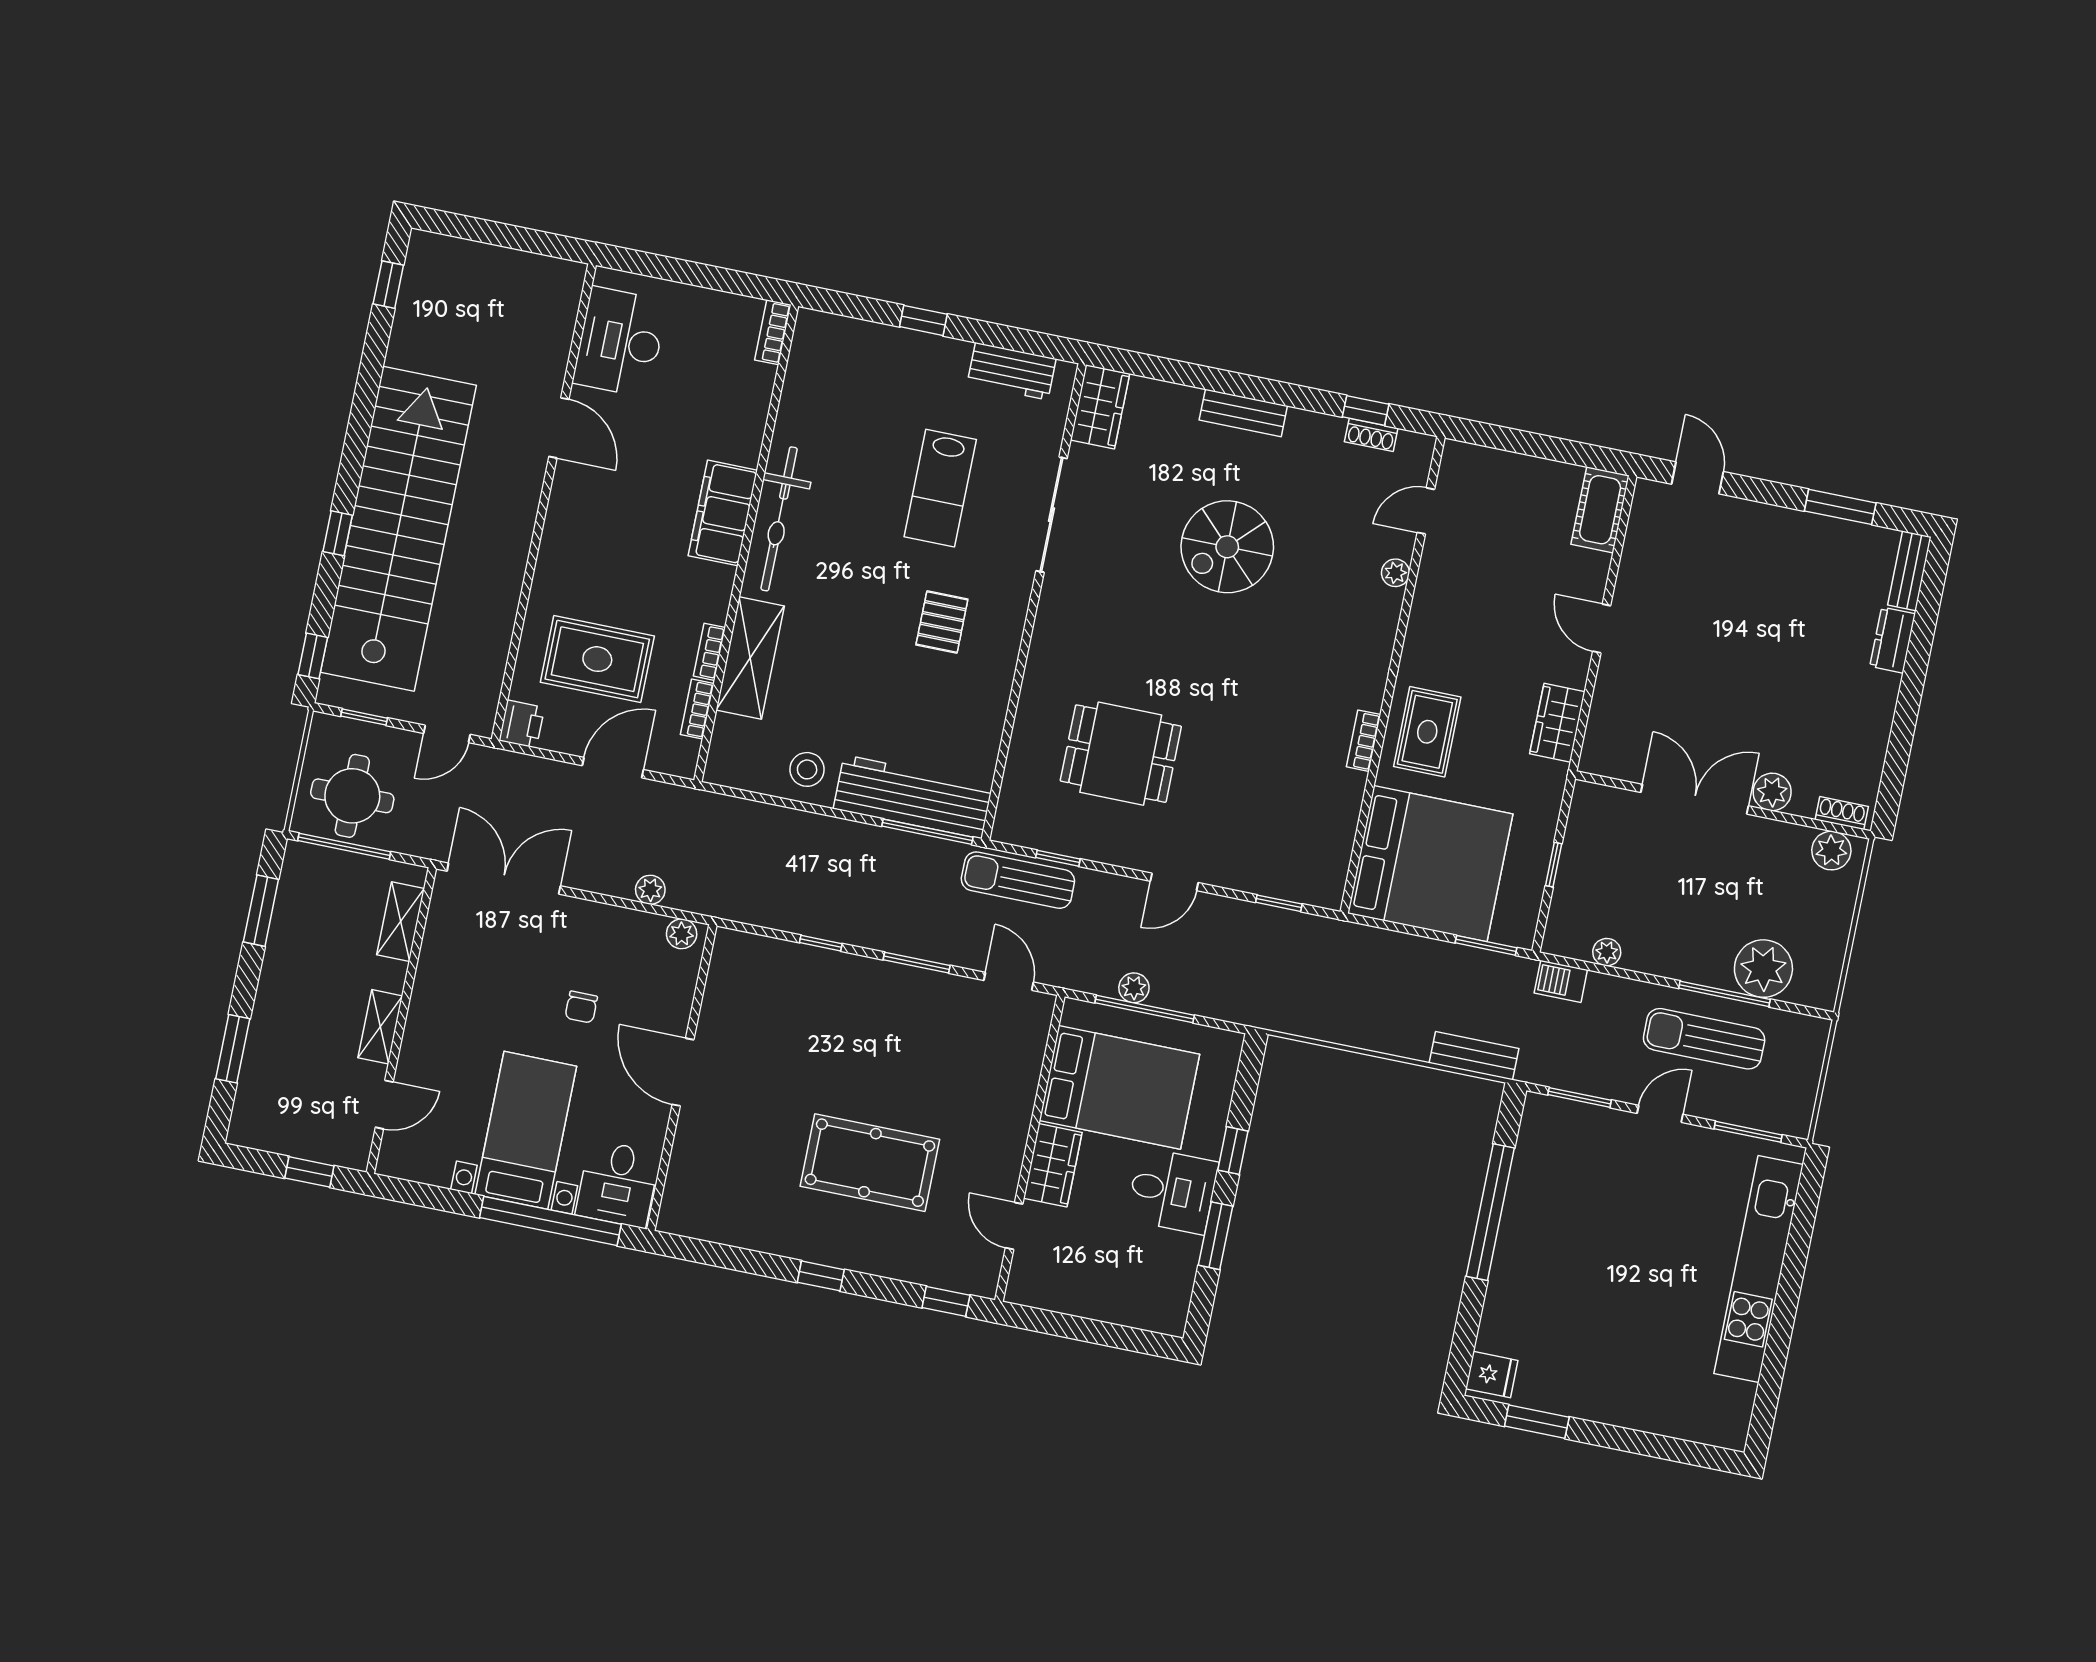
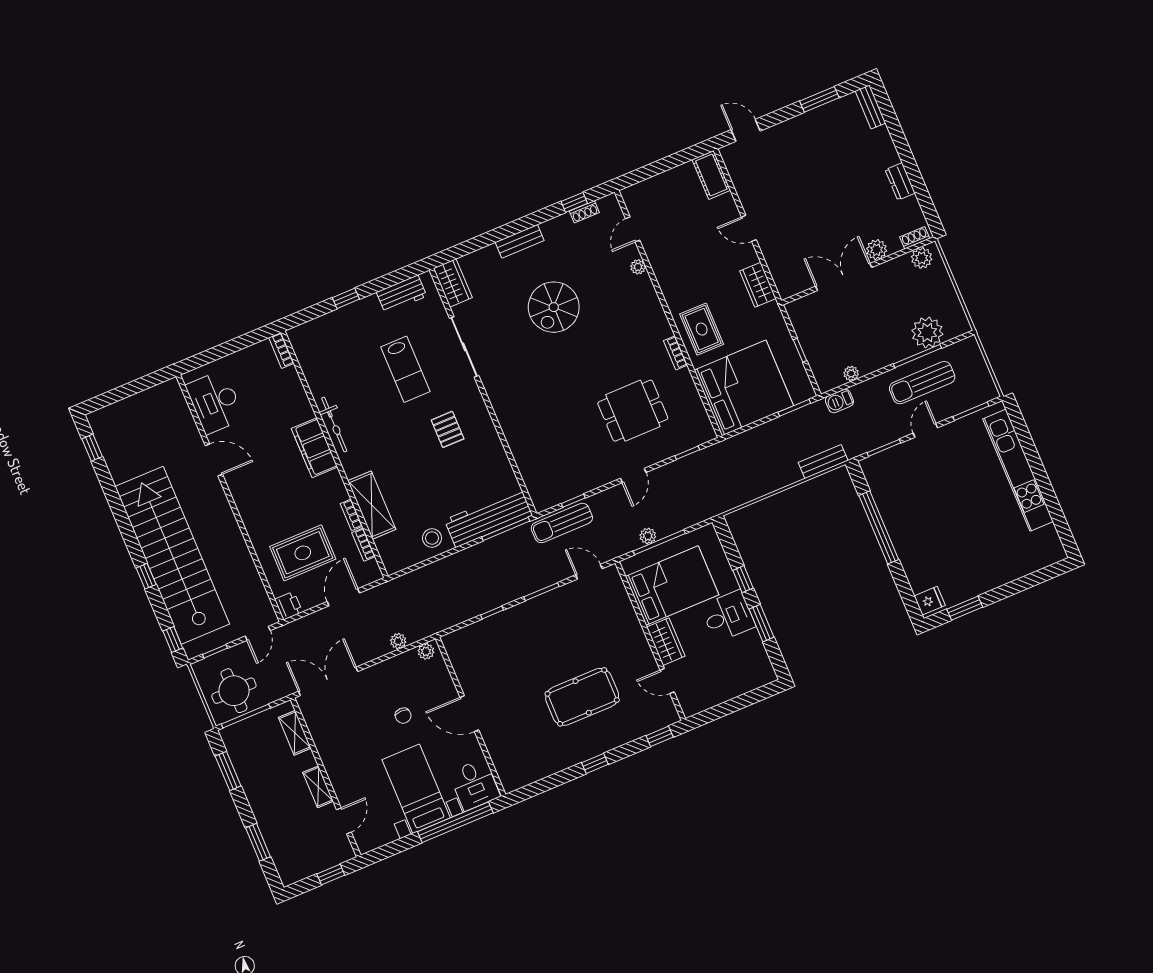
bicycle: (779, 519) -> (334, 425), width x0.73, depth x0.71
dresser: (1892, 640) -> (900, 181), moved
dining table: (1121, 754) -> (633, 411), moved

